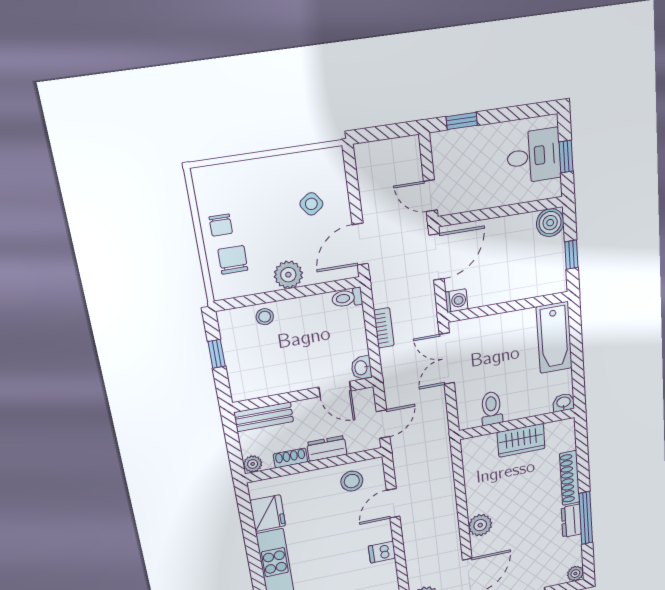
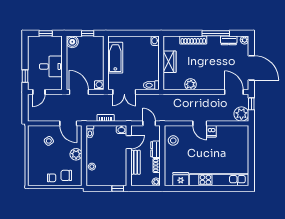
desk: (534, 156) -> (51, 66), moved, turned 90
door: (430, 196) -> (39, 92), moved
bathtub: (554, 338) -> (115, 58), moved, turned -90
window: (217, 354) -> (118, 189), moved
toilet: (491, 408) -> (151, 85), moved
bench: (264, 417) -> (136, 162), moved
door: (393, 503) -> (200, 123), moved
dresser: (571, 521) -> (229, 40), moved
plant: (480, 525) -> (190, 84), moved

